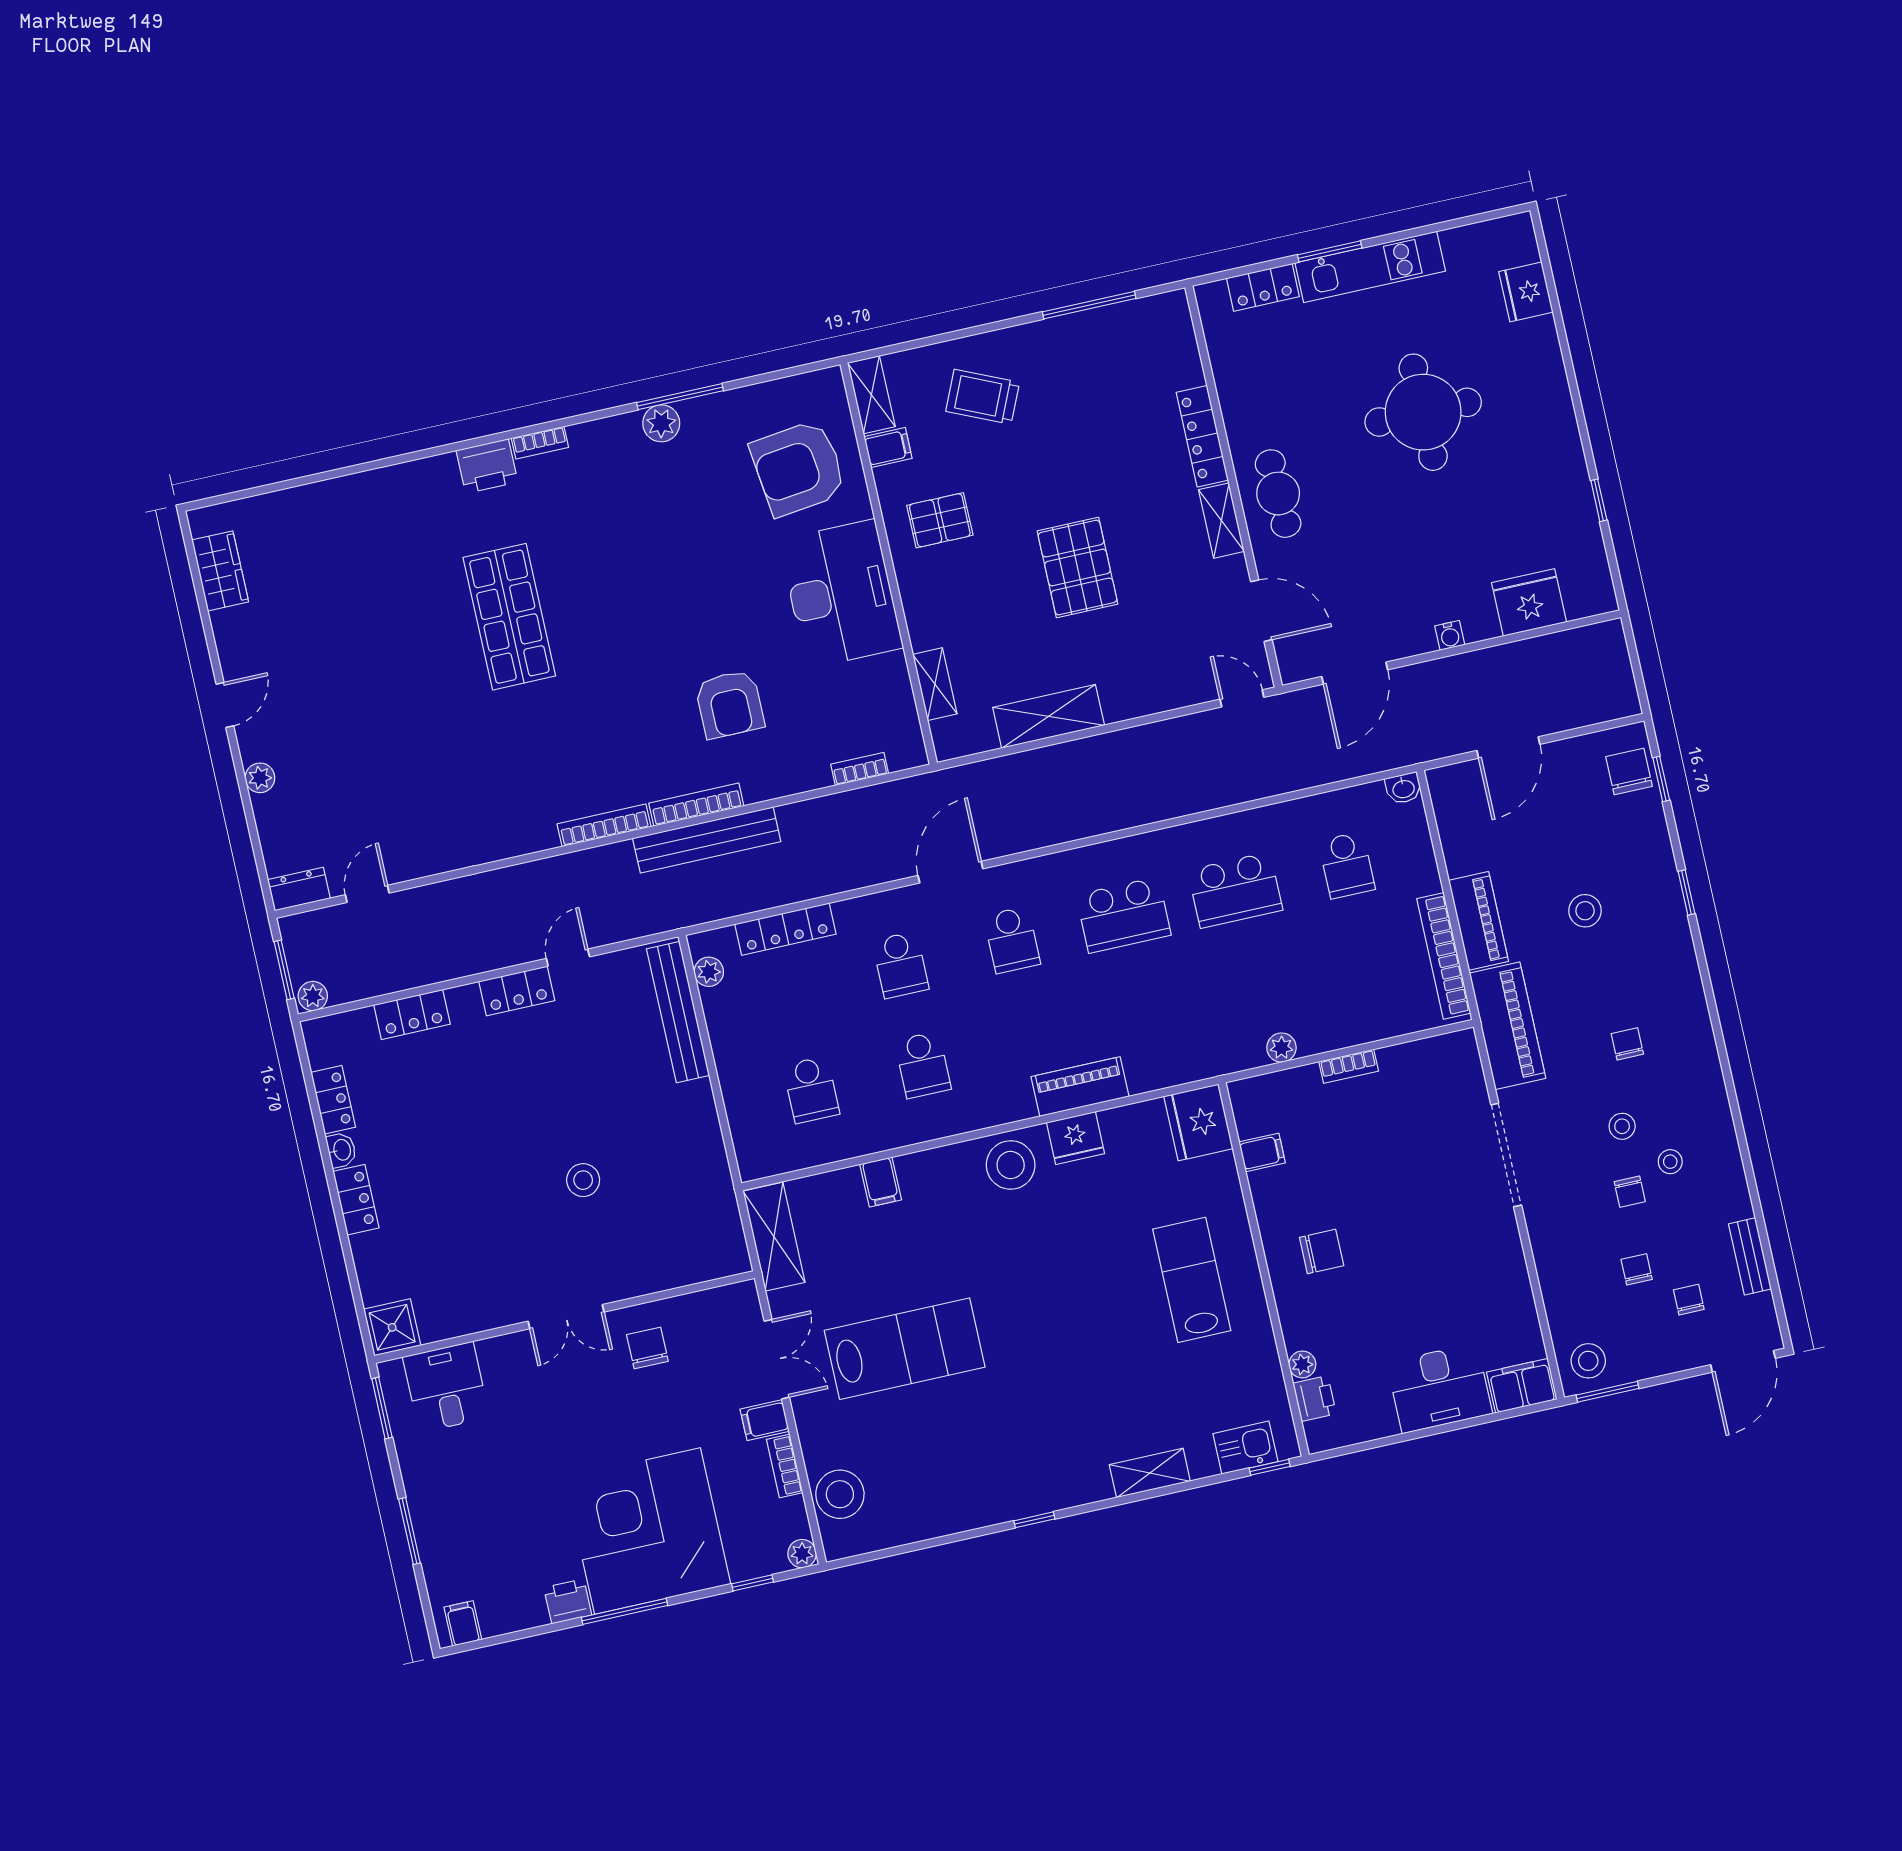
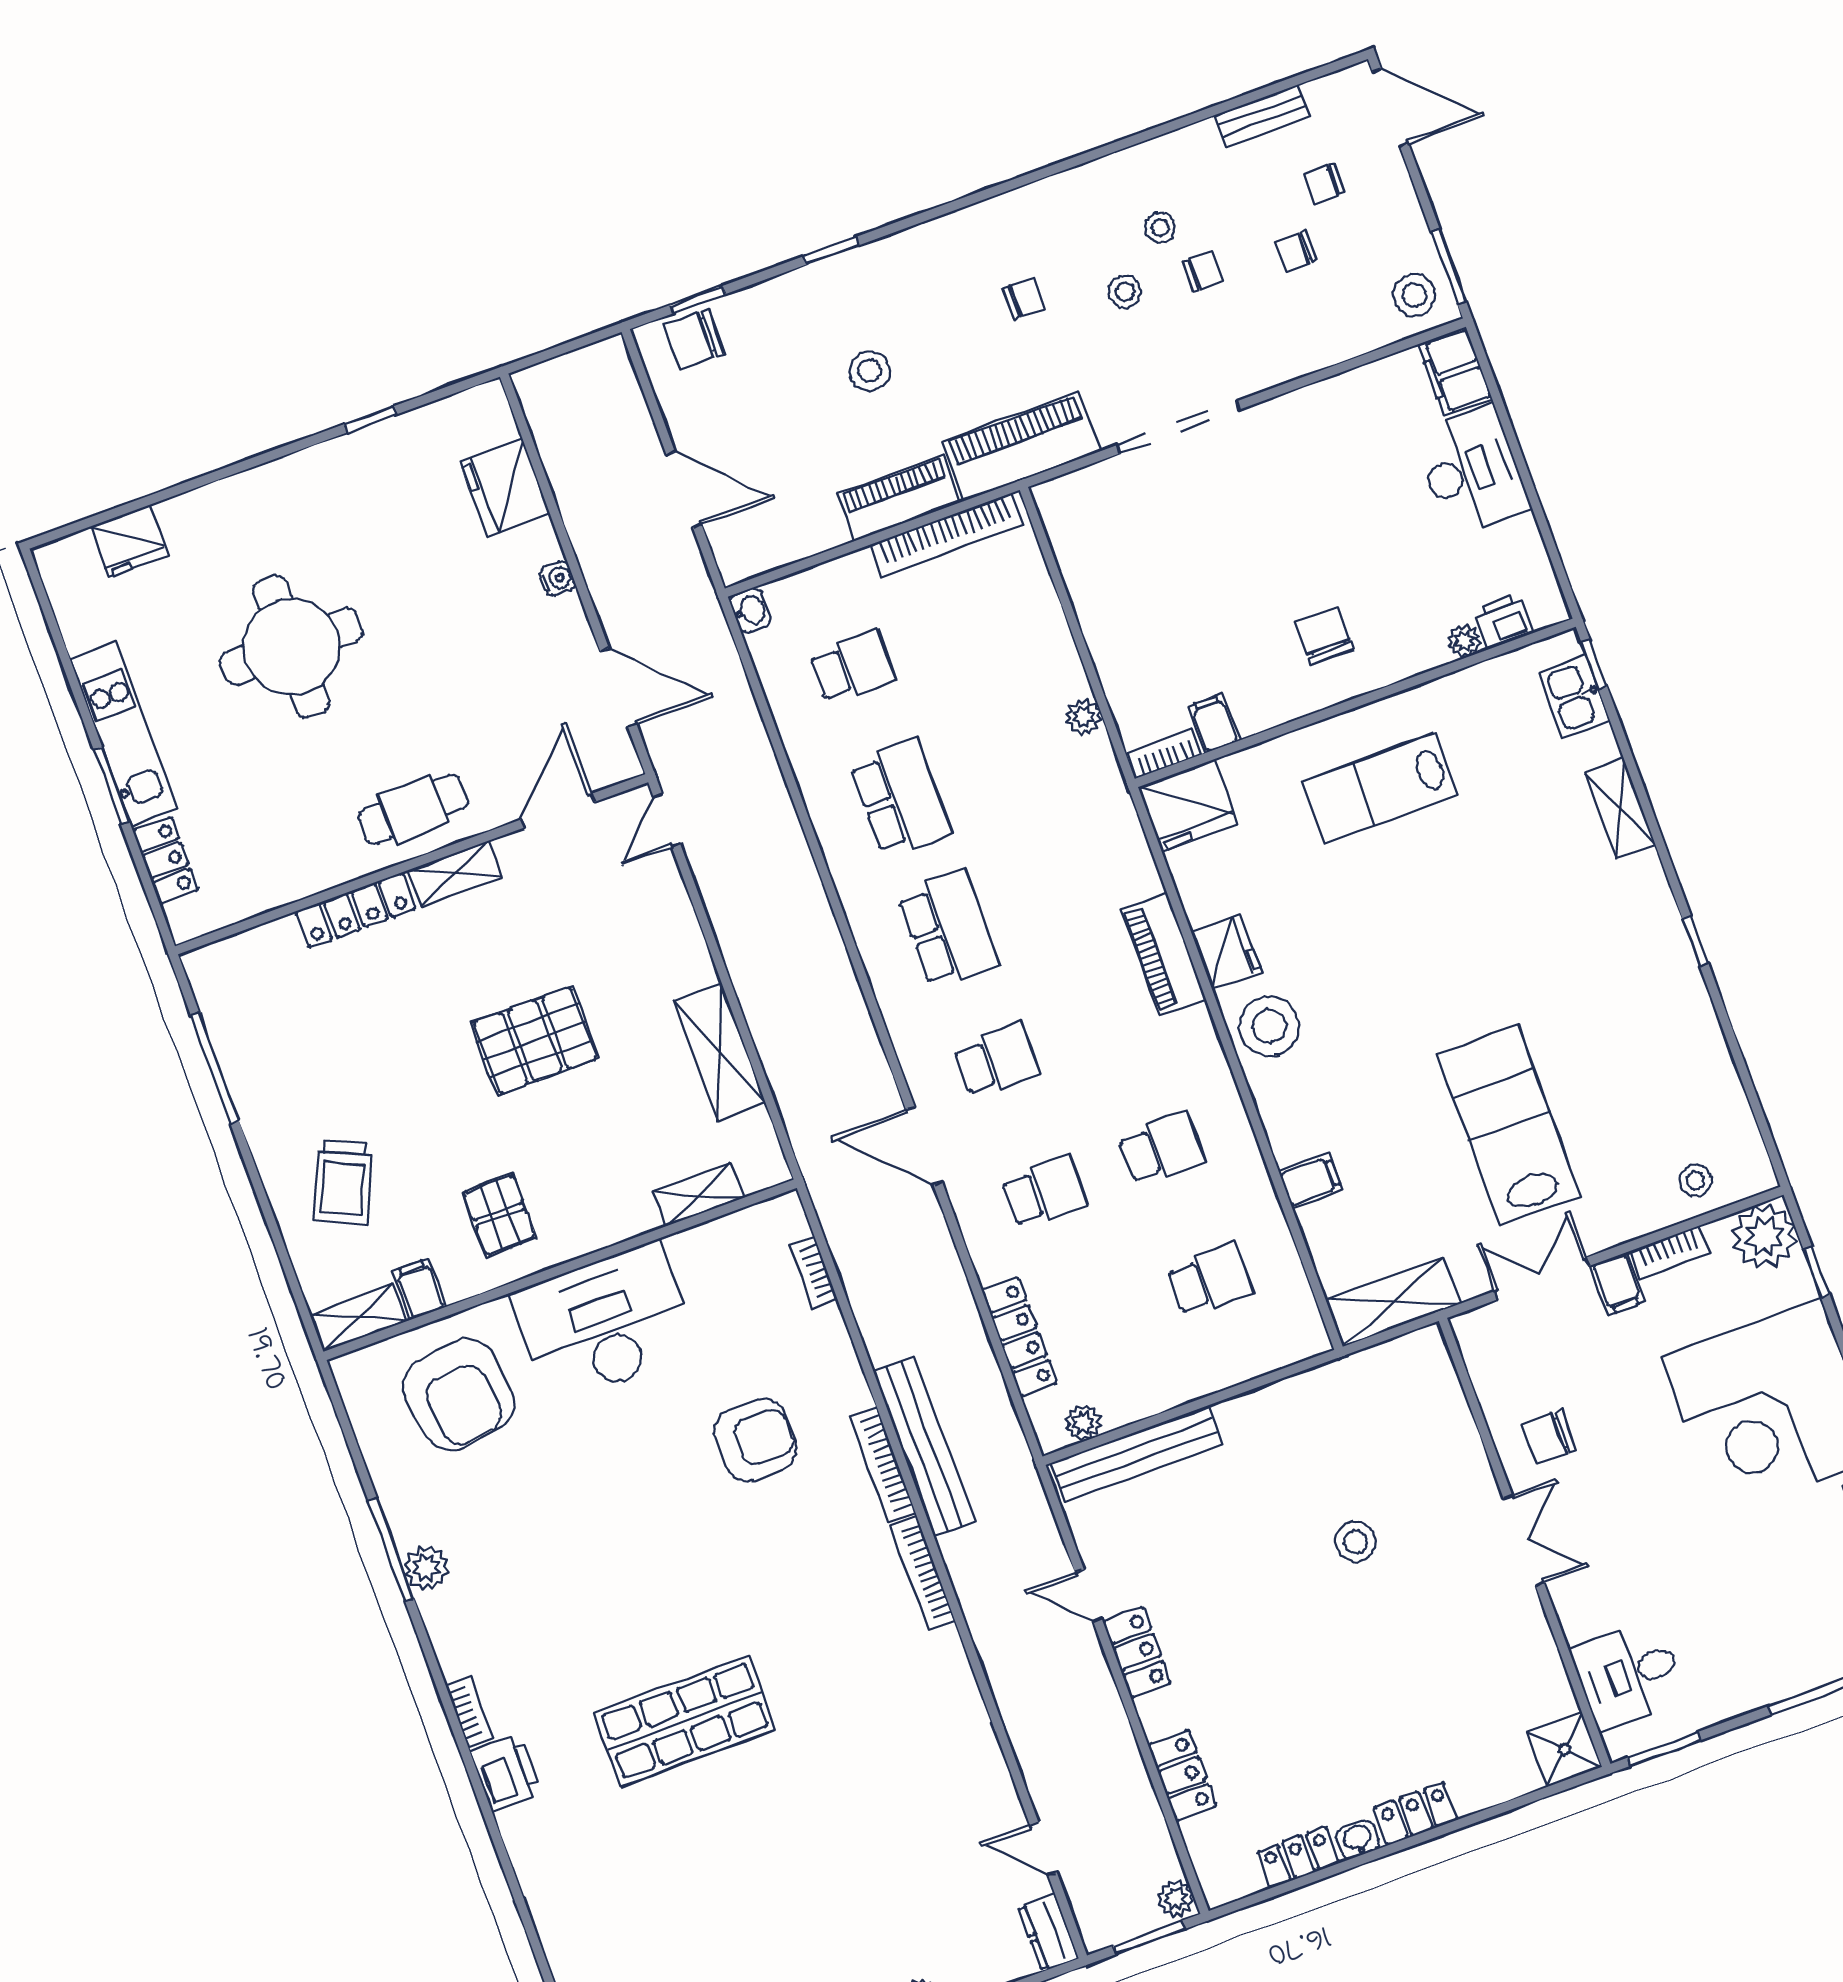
chair: (1627, 1044) -> (1024, 298), turned 180
bookcase: (1349, 1066) -> (1165, 753), moved, turned -90
stool: (840, 1494) -> (1695, 1180), width x0.53, depth x0.53
plant: (802, 1554) -> (1764, 1236), width x1.87, depth x1.87

